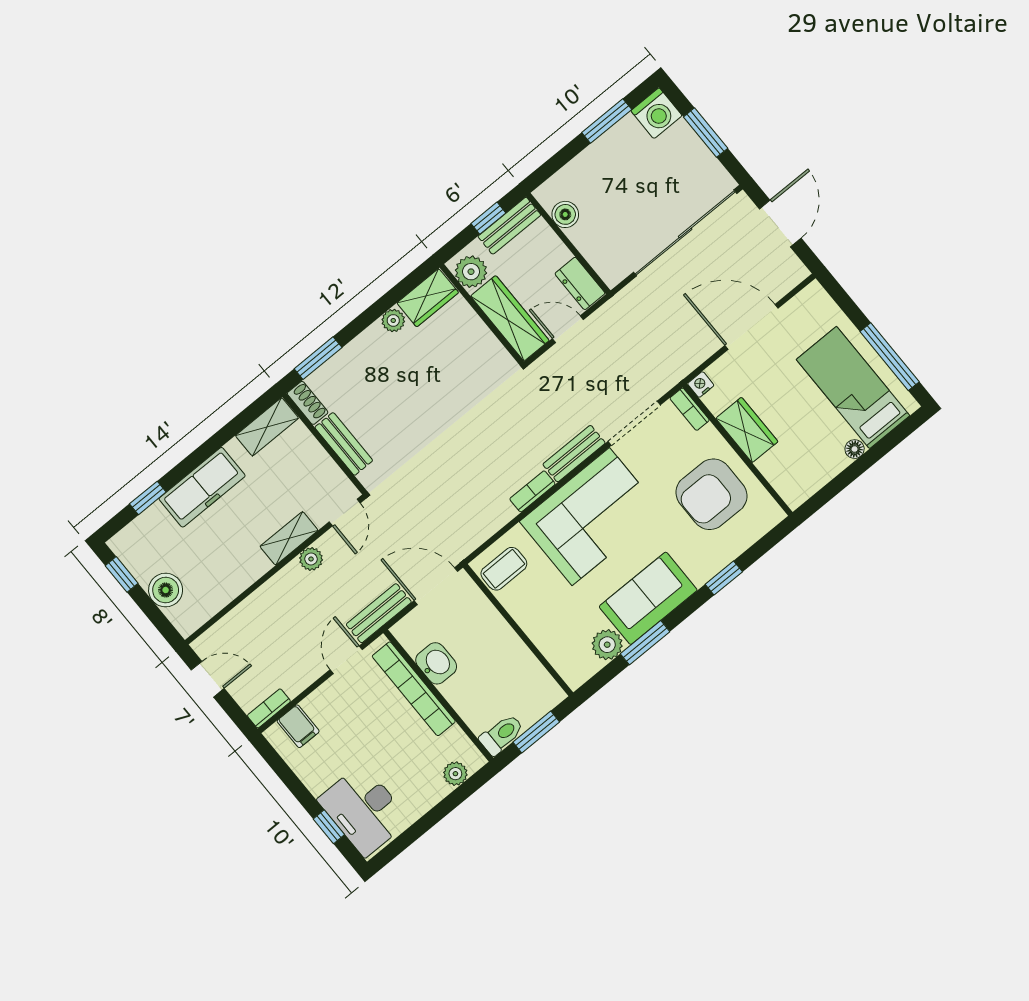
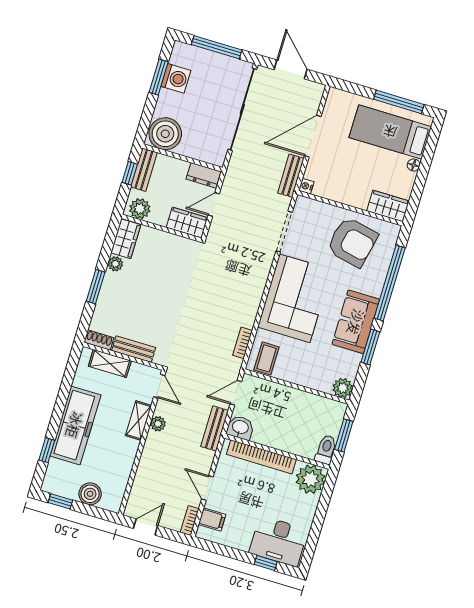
washing machine: (656, 113) -> (176, 78), moved
window: (706, 133) -> (217, 47), width x1.44
boiler: (565, 214) -> (165, 134), width x1.86, depth x1.86
wardrobe: (510, 318) -> (187, 223), width x0.67
window: (318, 358) -> (96, 287), moved
bookcase: (690, 409) -> (309, 204), removed
shelving: (267, 427) -> (110, 363), moved, turned 90
wardrobe: (747, 430) -> (388, 206), moved
bench: (574, 454) -> (291, 176), moved
freezer: (202, 487) -> (75, 425), width x1.36, depth x1.26
bookcase: (532, 491) -> (243, 343), moved
armchair: (711, 494) -> (352, 242), turned -78
window: (724, 578) -> (390, 283), width x3.17
door: (436, 586) -> (236, 393), width x0.73
plant: (607, 645) -> (343, 388), moved
door: (346, 660) -> (207, 488), moved
washbasin: (436, 663) -> (240, 428), moved
plant: (455, 774) -> (310, 479), width x1.88, depth x1.88

